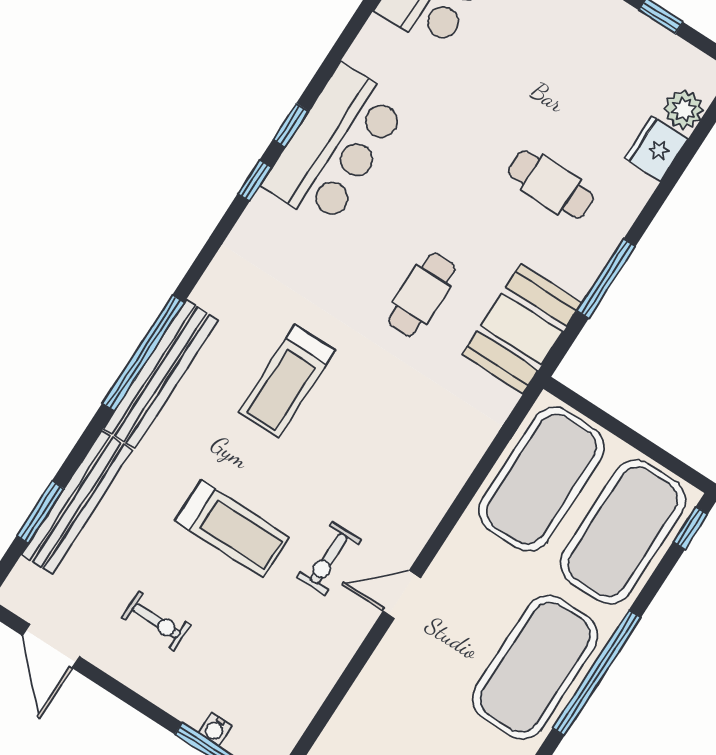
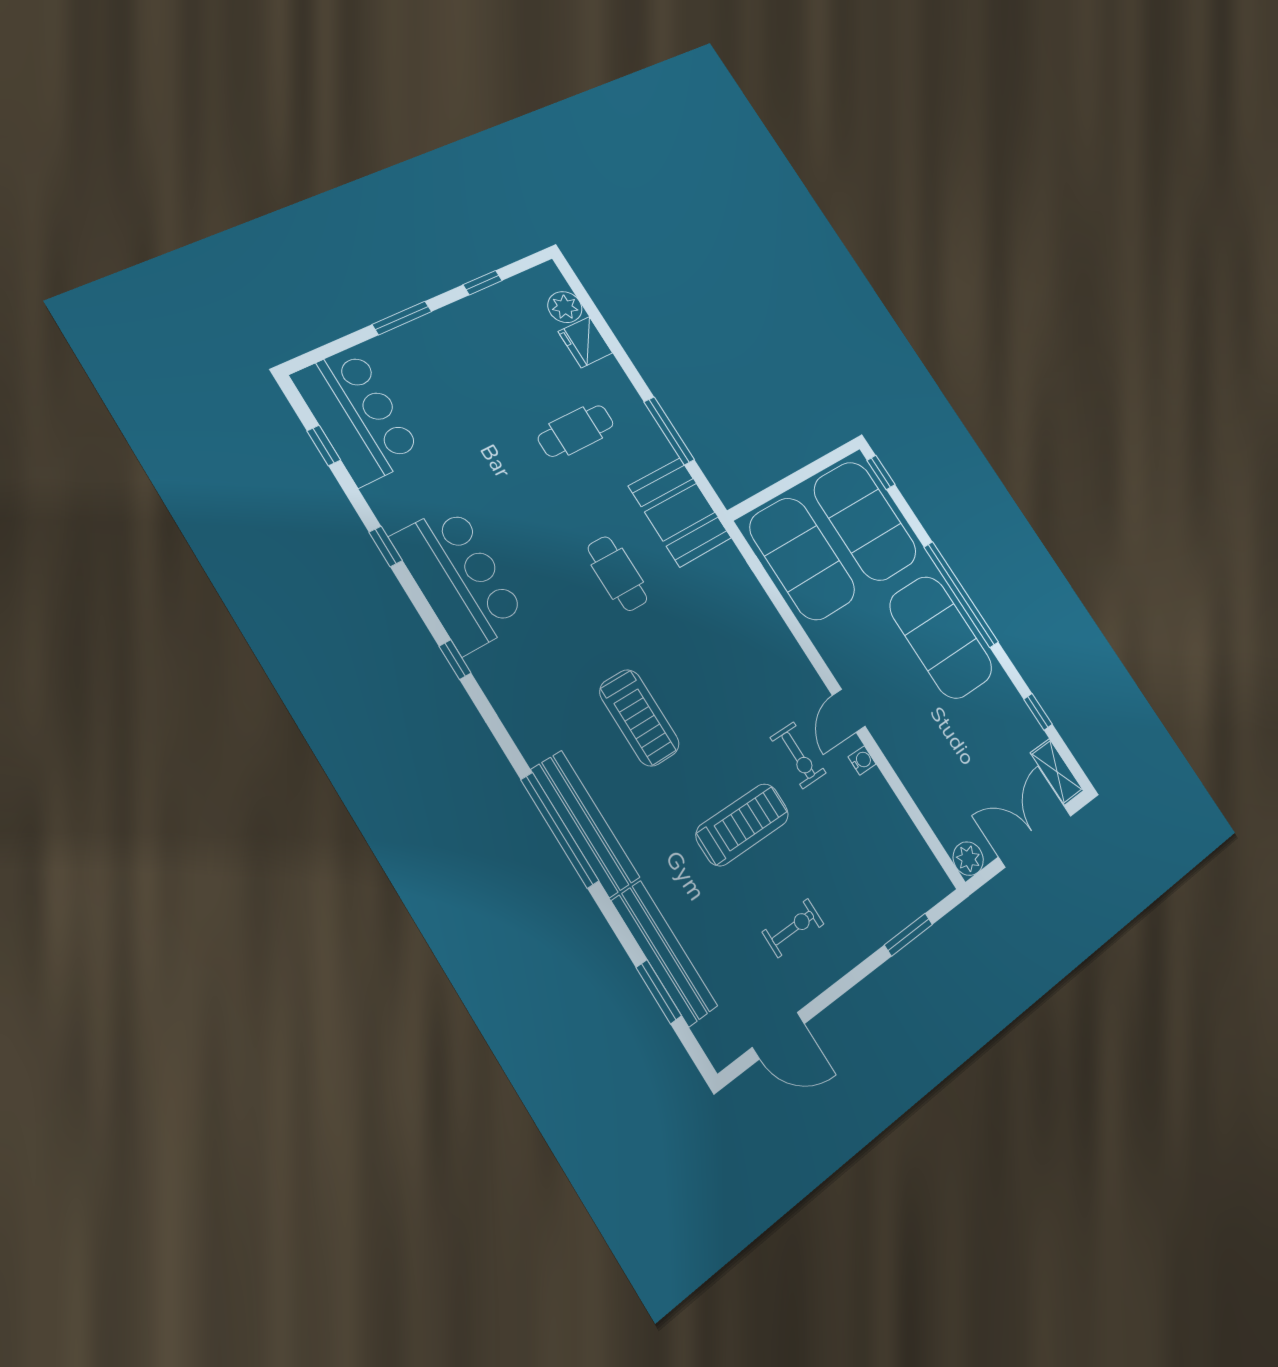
window: (291, 125) -> (386, 546), moved
water cooler: (215, 729) -> (862, 760), moved, turned -90

